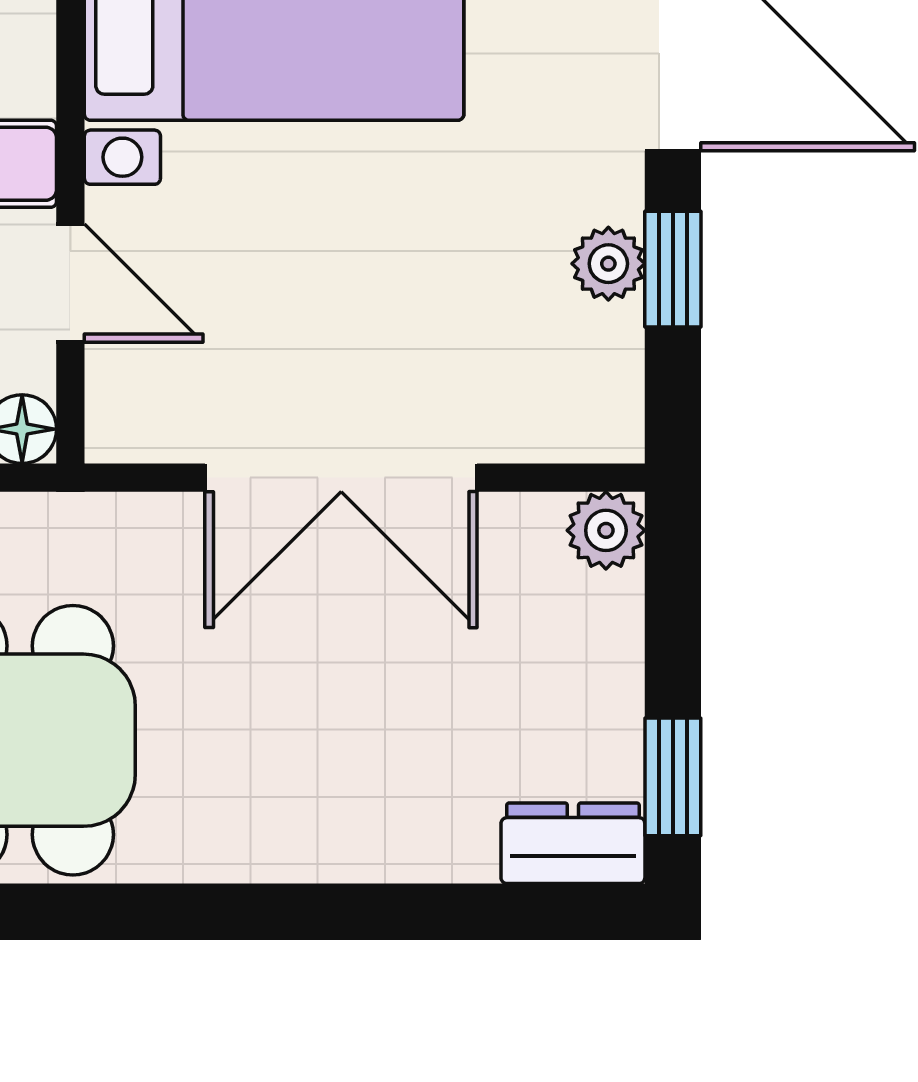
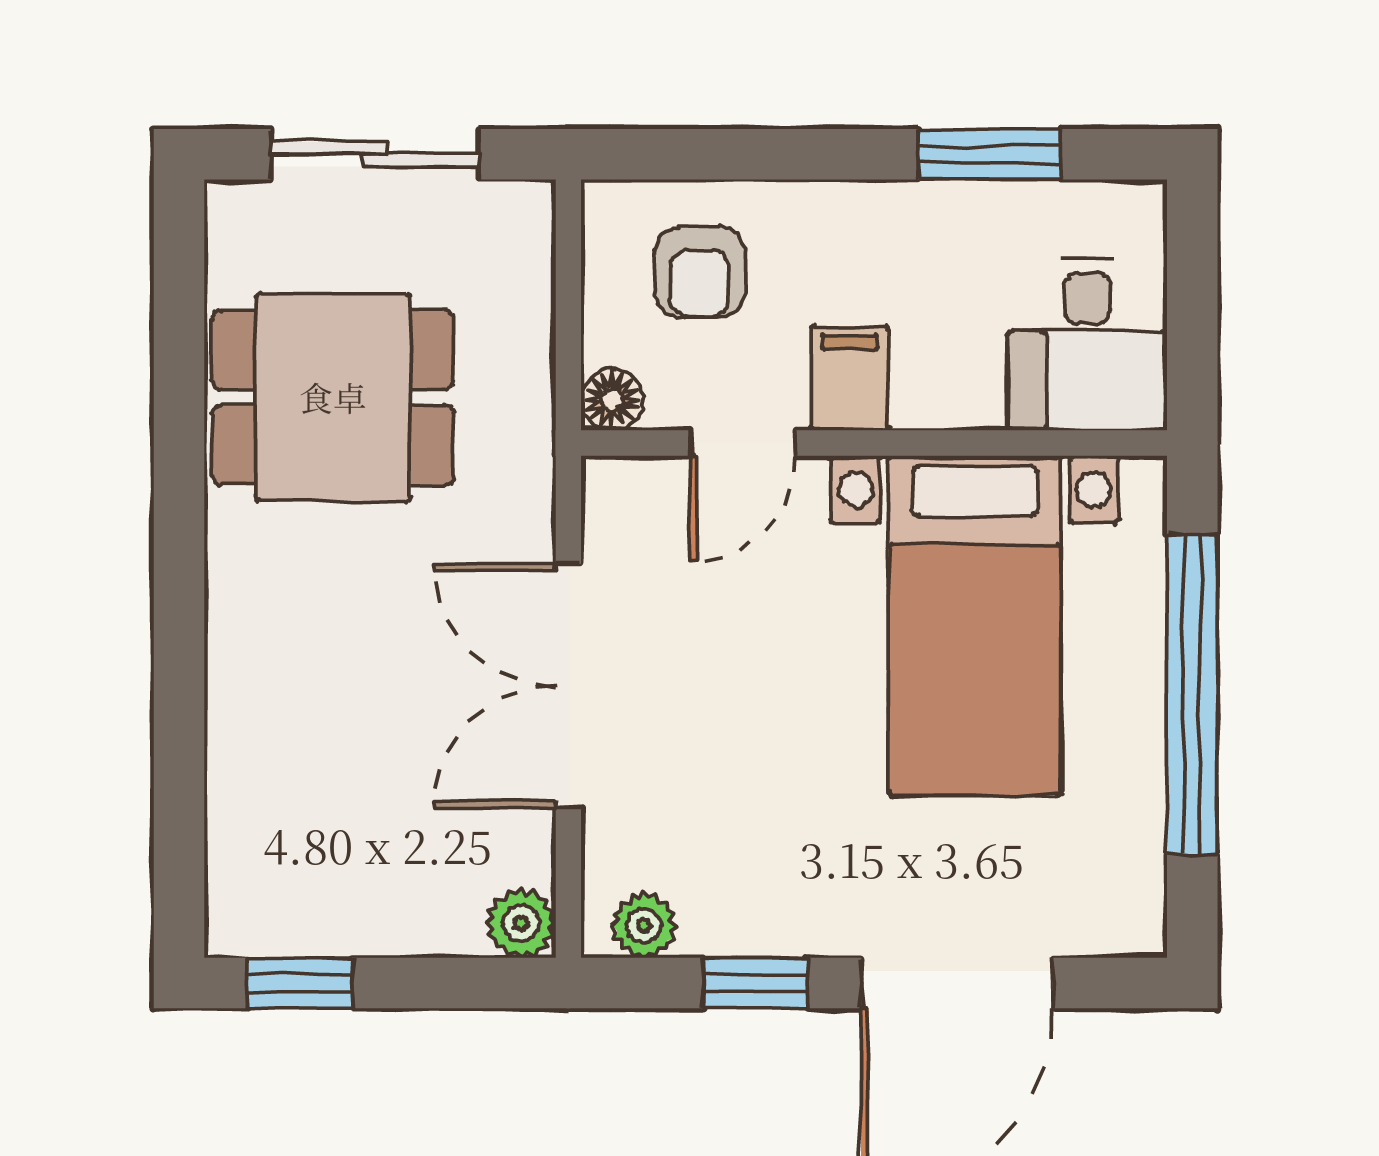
plant: (608, 264) -> (644, 925), moved
dresser: (573, 843) -> (240, 894), removed

